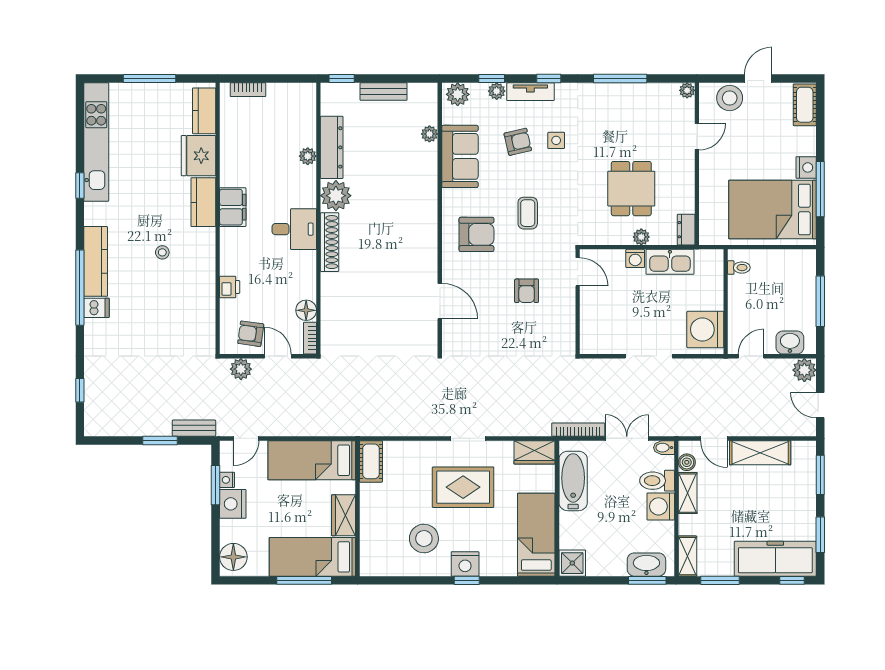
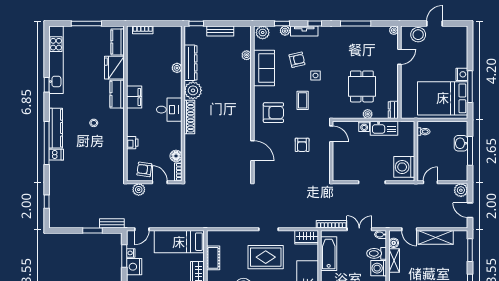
cot: (805, 105) -> (461, 39), removed
side table: (556, 140) -> (315, 75), moved
washbasin: (790, 342) -> (461, 143), moved, turned -90
cot: (371, 461) -> (213, 258), moved

